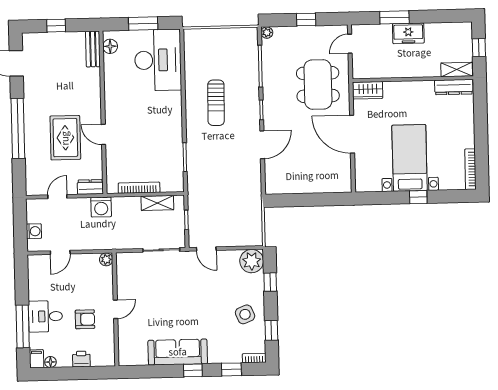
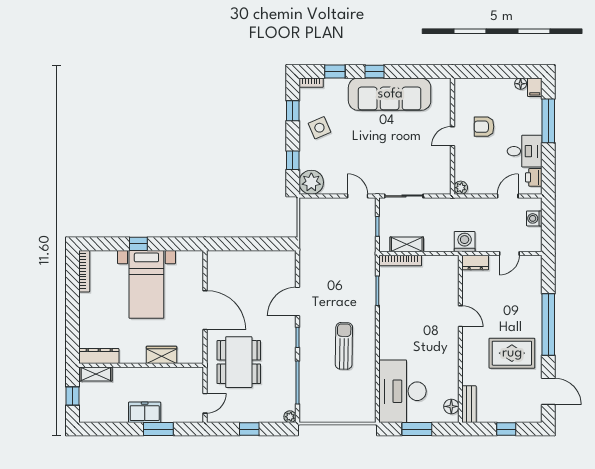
wardrobe: (368, 90) -> (161, 355), moved
rug: (65, 138) -> (512, 353), moved, turned 90
bookcase: (139, 188) -> (400, 260), moved
desk: (45, 316) -> (525, 151), moved
sofa: (178, 352) -> (390, 94), width x1.36, depth x1.27
printer: (81, 359) -> (534, 177), moved, turned 90

